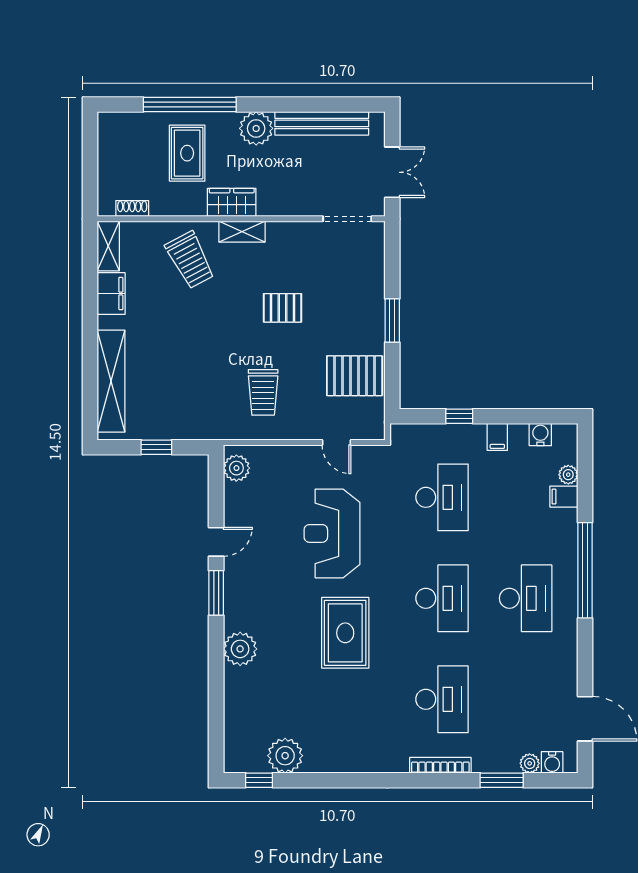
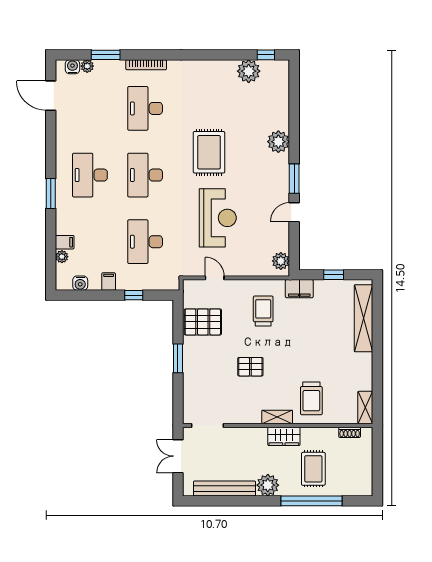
trolley: (190, 260) -> (311, 398), turned -152
filing cabinet: (111, 294) -> (299, 289), moved, turned -90
window: (585, 570) -> (51, 194), width x0.47

